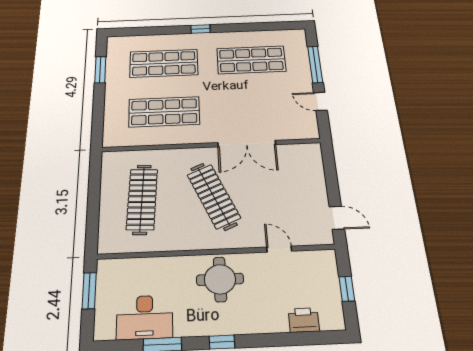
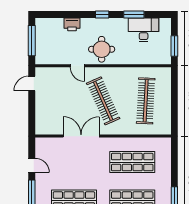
door: (337, 218) -> (32, 84), hinge flipped
door: (279, 249) -> (77, 66), moved
window: (347, 289) -> (32, 41), width x2.17
printer: (304, 320) -> (72, 24), moved

